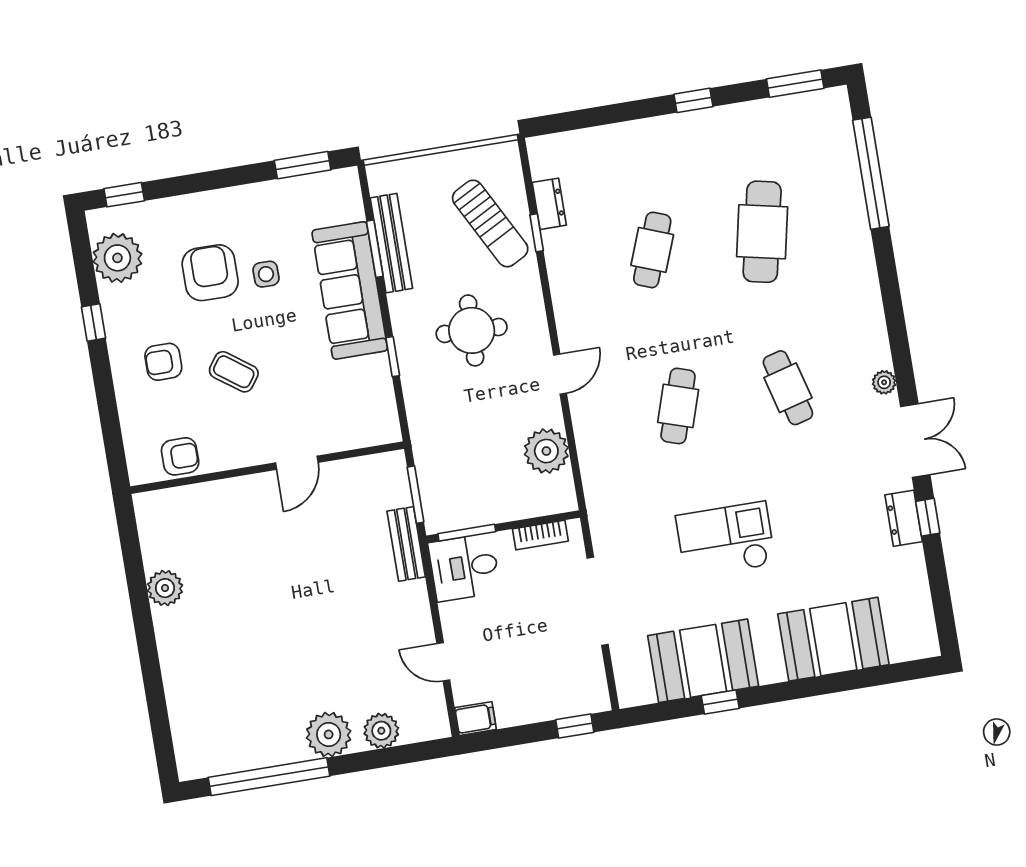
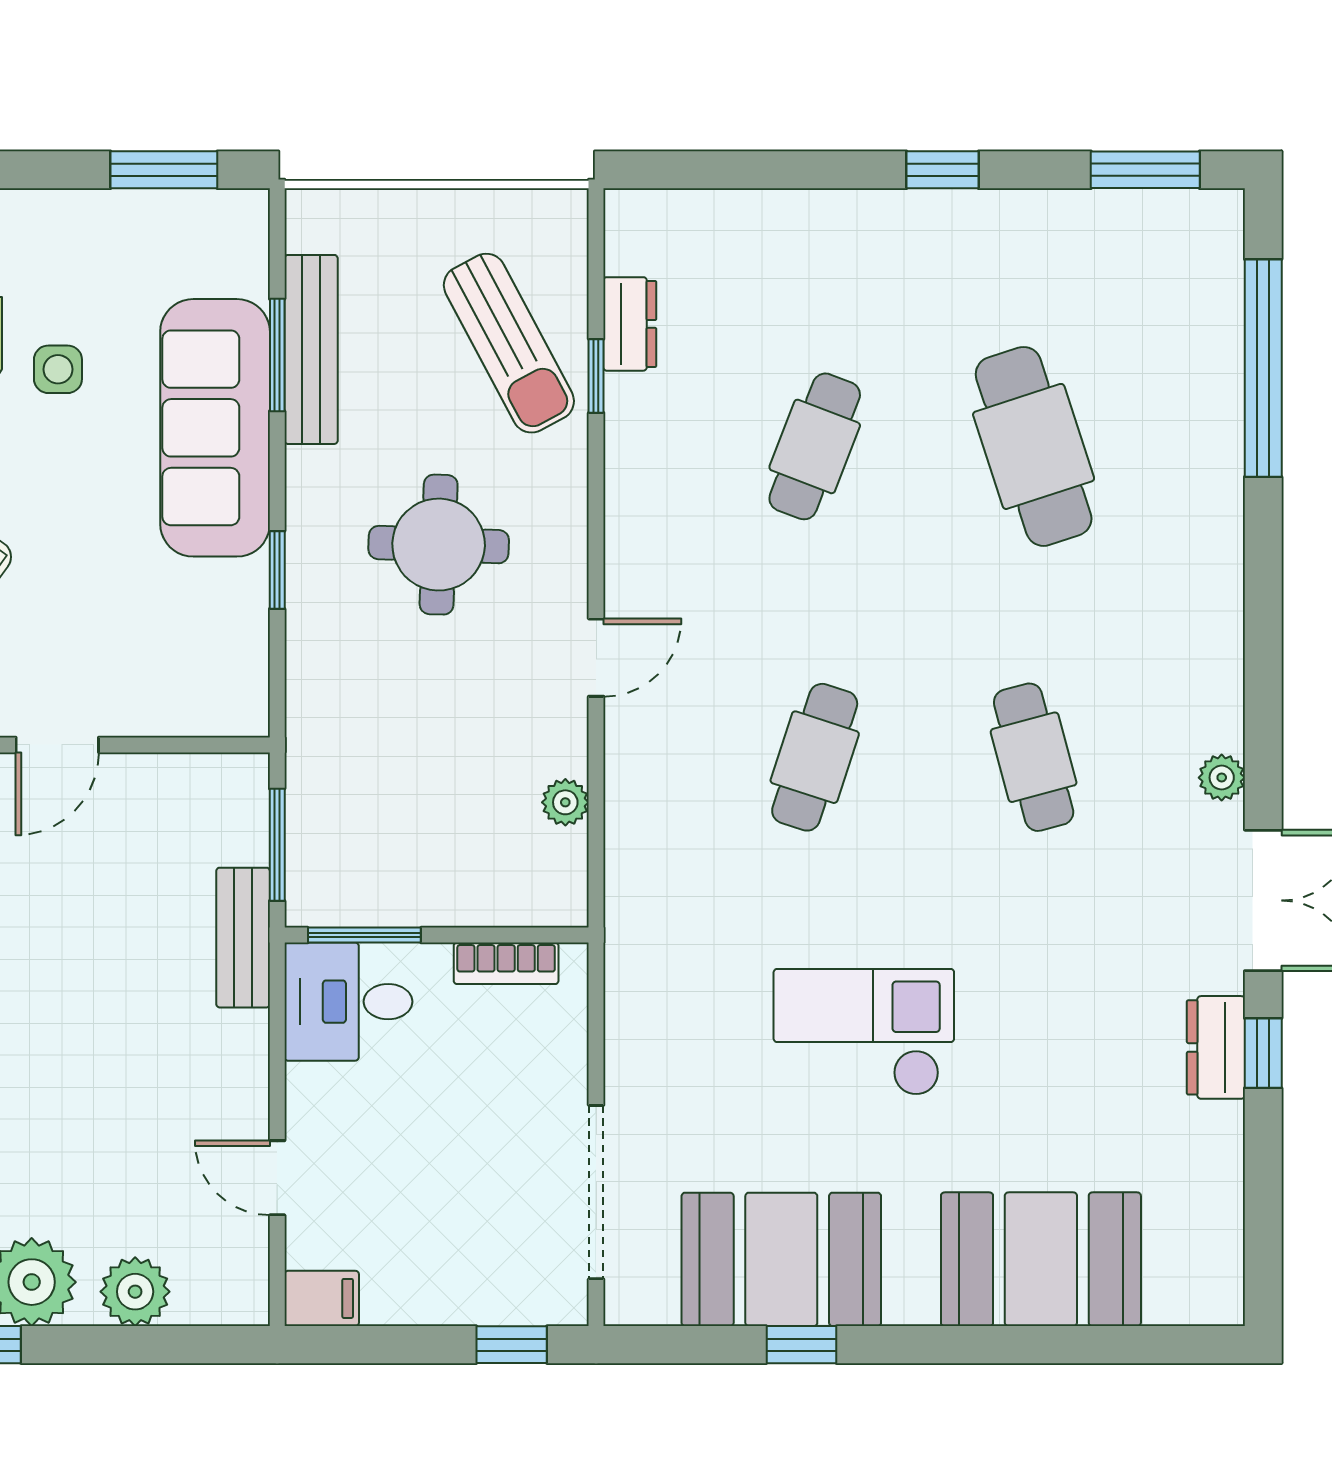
cafe table: (762, 232) -> (1034, 446), turned -30
plant: (546, 451) -> (565, 802), width x0.53, depth x0.53
doorway: (598, 601) -> (596, 1192), moved

